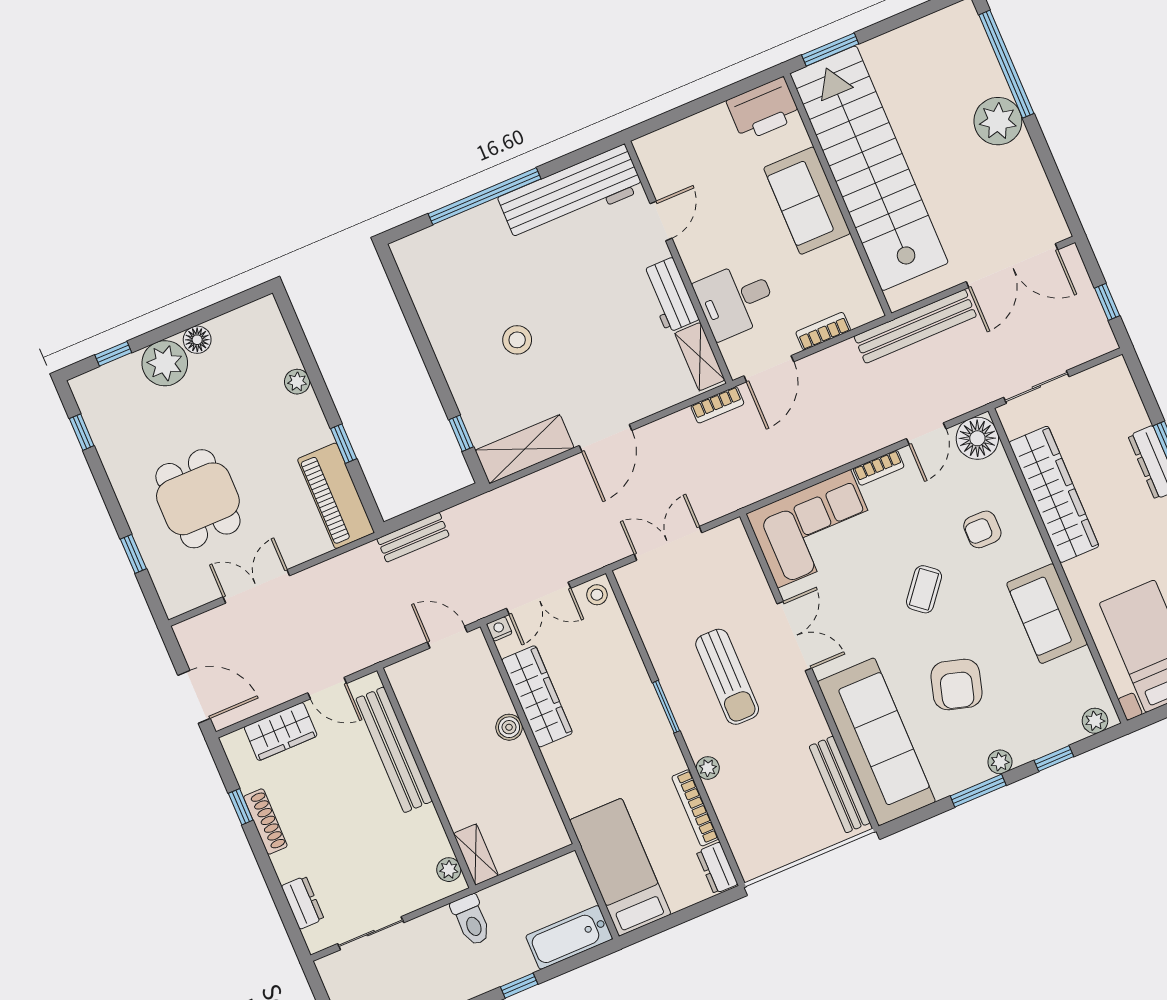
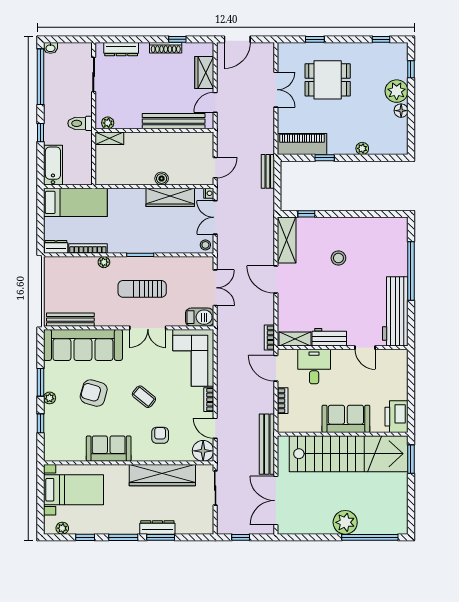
barbecue: (734, 549) -> (200, 317), added
plant: (1095, 721) -> (50, 450), removed
dresser: (303, 903) -> (121, 49), width x1.44

